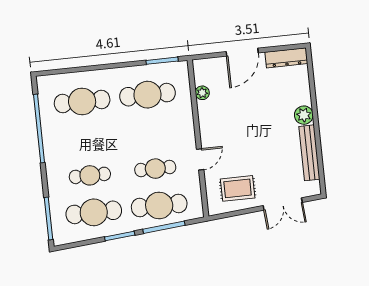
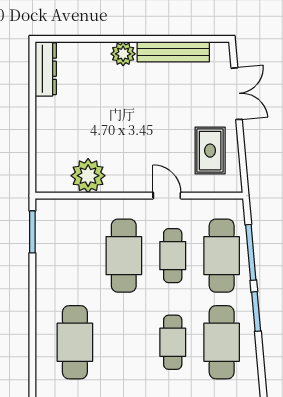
door: (242, 52) -> (32, 126), removed
plant: (202, 93) -> (88, 176), width x1.88, depth x1.88
cafe table: (147, 95) -> (124, 256), moved

